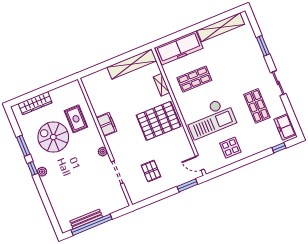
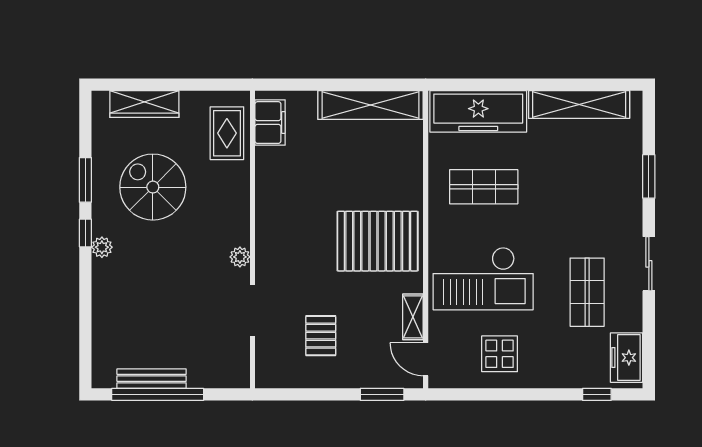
shelving: (161, 85) -> (413, 317), moved
rug: (76, 119) -> (227, 133), moved
filing cabinet: (106, 124) -> (270, 123), moved

